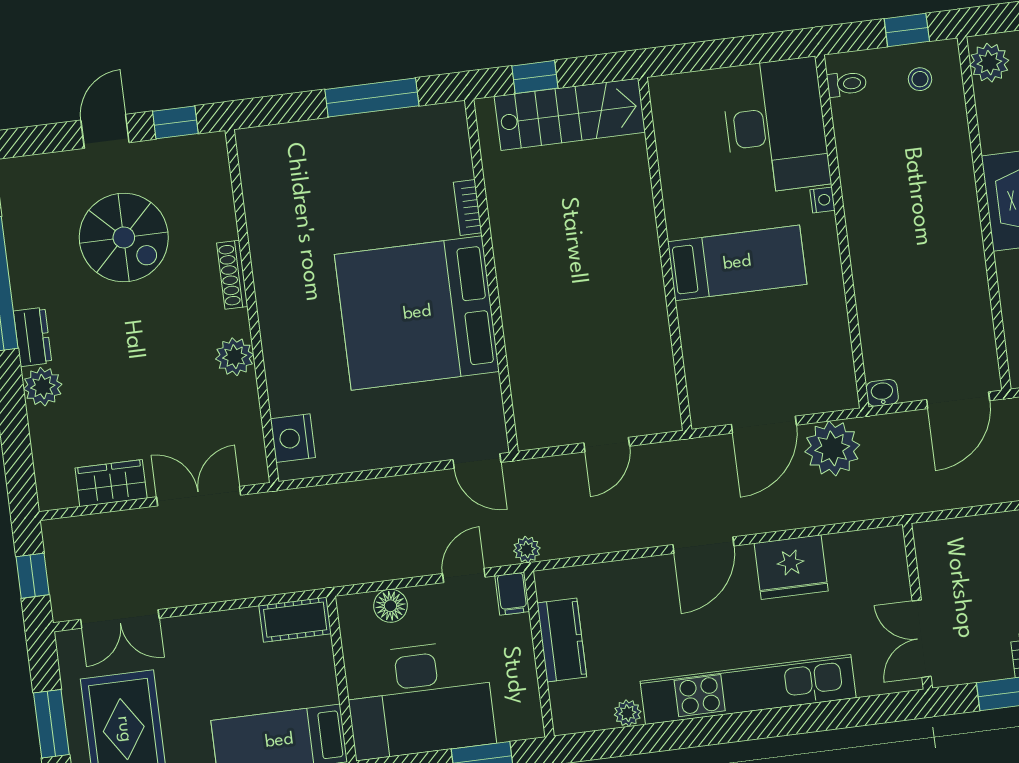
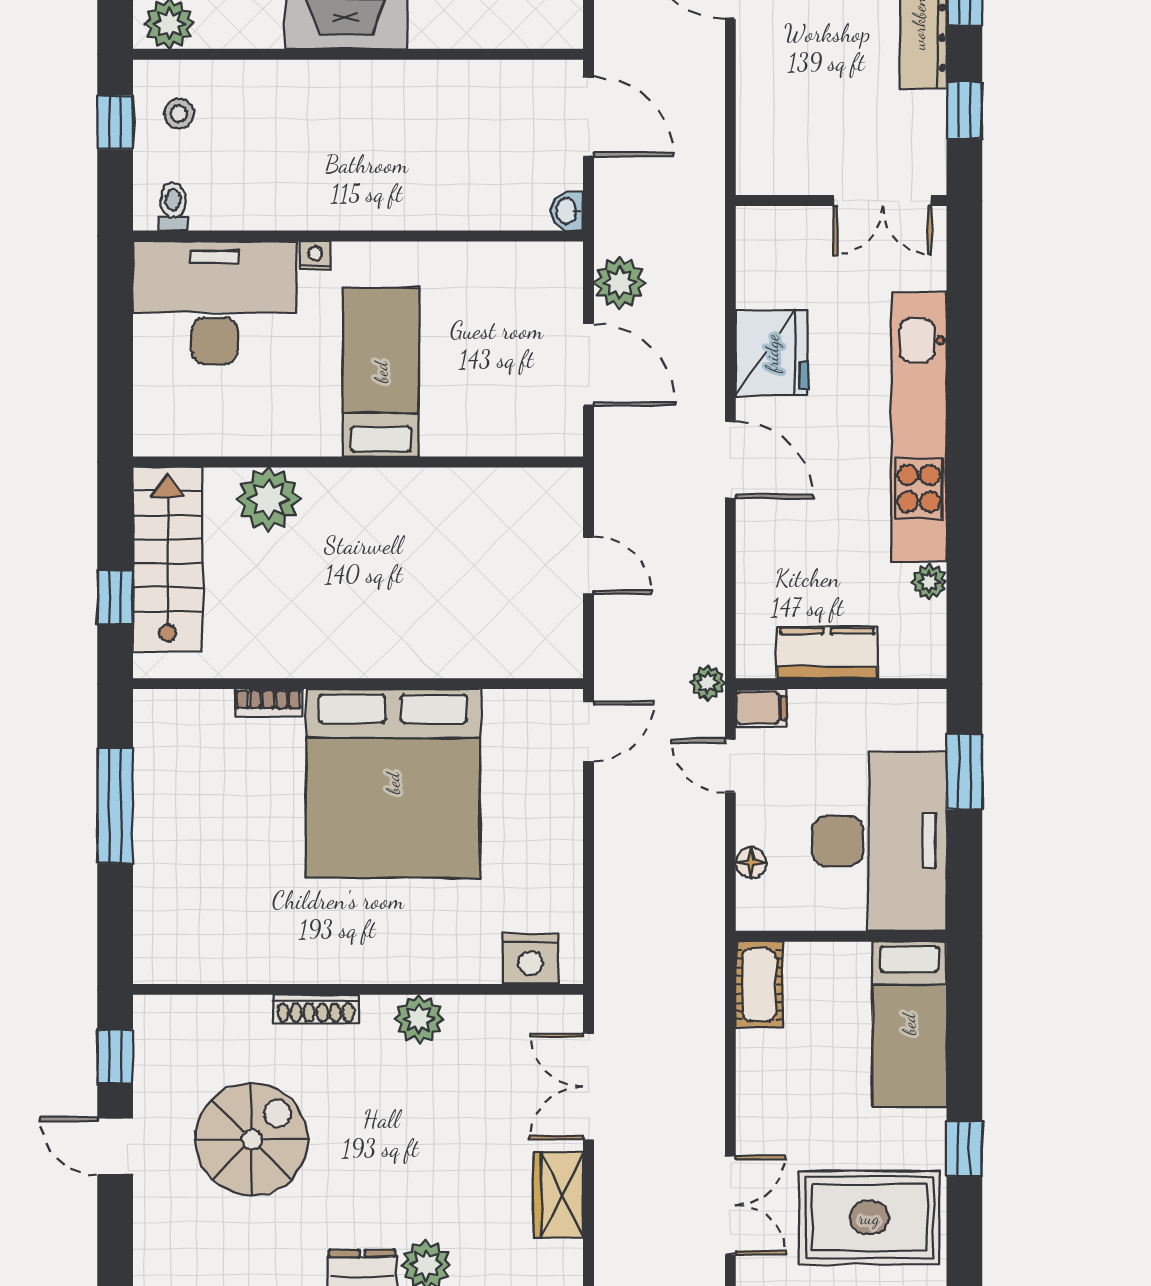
plant: (627, 187) -> (269, 499), added
plant: (832, 448) -> (620, 282), width x0.73, depth x0.73
floor lamp: (390, 606) -> (751, 863), width x0.73, depth x0.73

